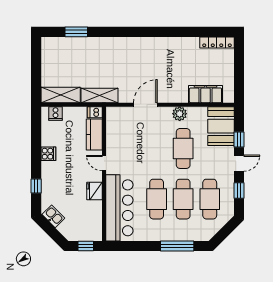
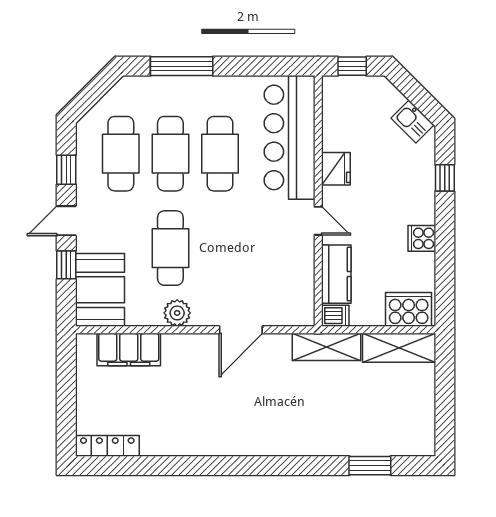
cooker: (55, 113) -> (409, 309), width x1.87, depth x1.31

